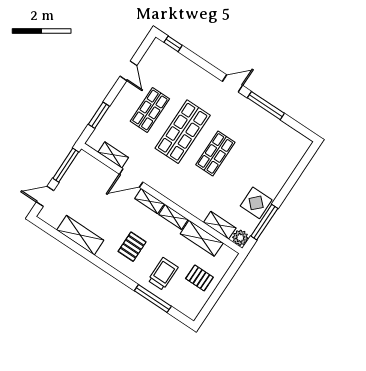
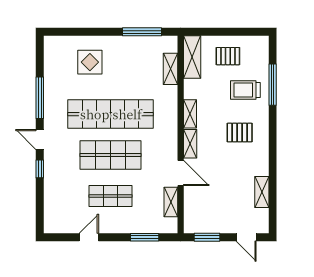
window: (173, 44) -> (40, 169), moved
shop shelf: (215, 153) -> (111, 114), width x2.00, depth x1.36
window: (66, 165) -> (207, 237), width x0.69
display table: (256, 203) -> (90, 62), moved
shelving: (80, 235) -> (262, 192), width x0.67, depth x0.75
shelving: (202, 238) -> (192, 57), moved
plant: (240, 238) -> (169, 44), removed
pallet: (199, 278) -> (228, 56), turned 90

